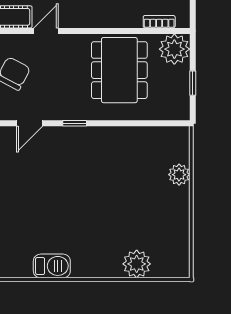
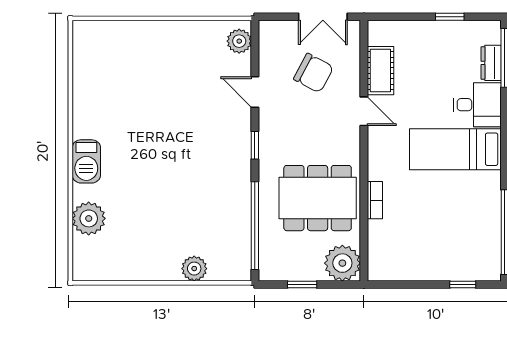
bookcase: (159, 22) -> (375, 200), moved
window: (143, 123) -> (255, 226), added
barbecue: (52, 266) -> (86, 161), moved

